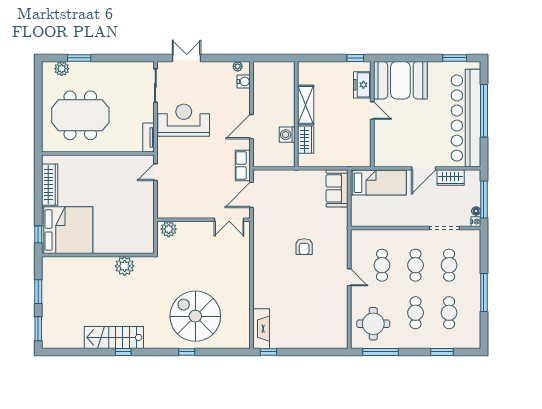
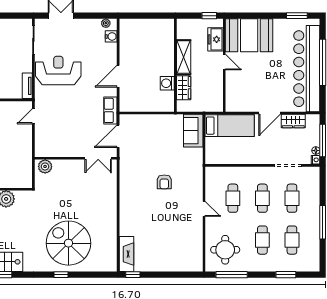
shelving: (306, 105) -> (184, 57), moved
wall: (296, 114) -> (175, 65), moved
washing machine: (287, 135) -> (167, 83), moved
wardrobe: (306, 140) -> (184, 88), moved

